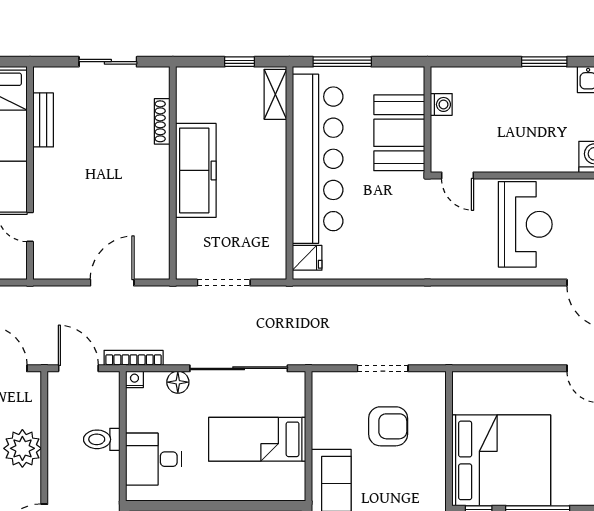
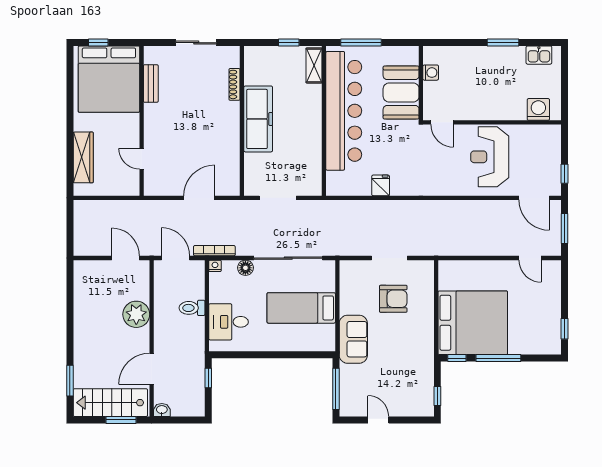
reception desk: (525, 224) -> (490, 157), turned 180
fridge: (307, 258) -> (381, 185), moved, turned -90

